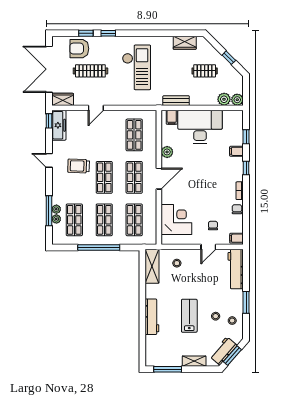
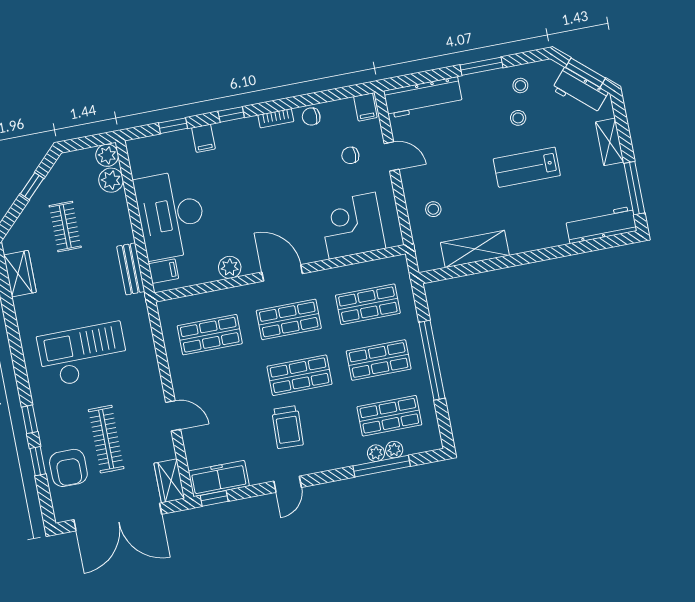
shelving: (152, 266) -> (475, 249), moved
workbench: (152, 317) -> (601, 225), moved

